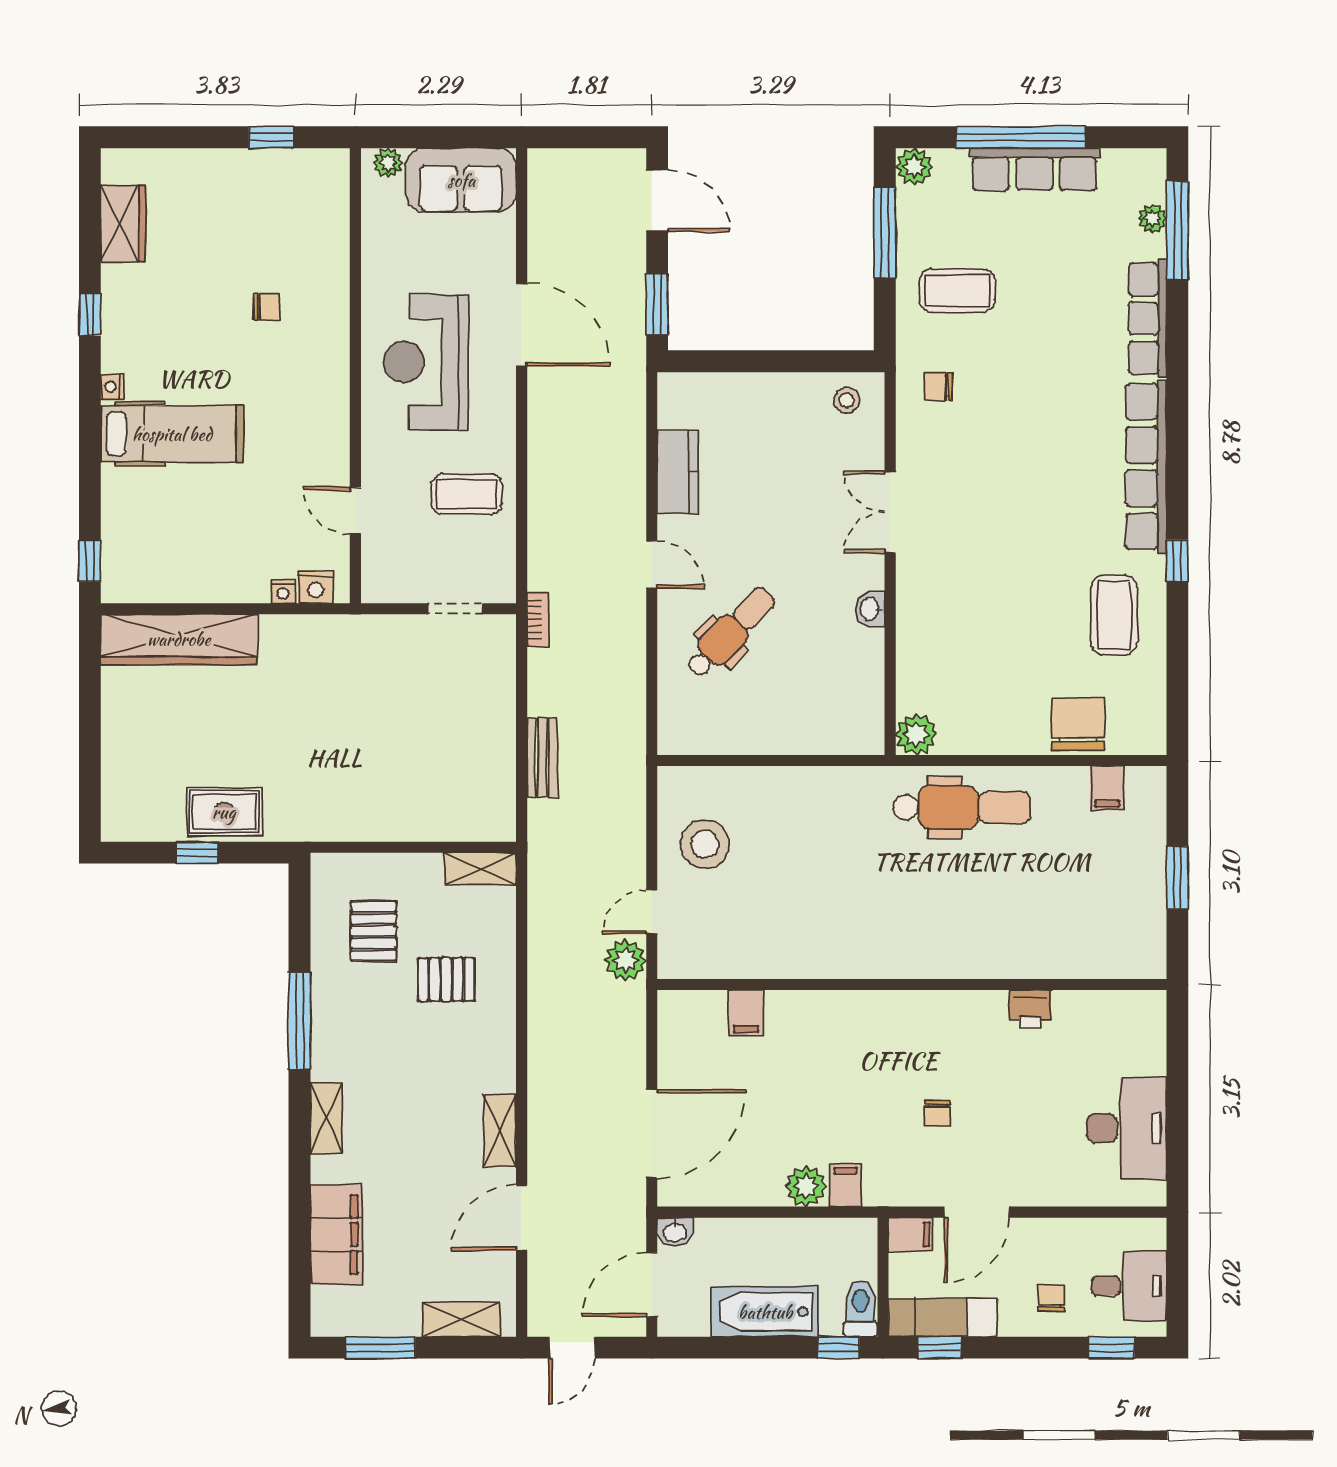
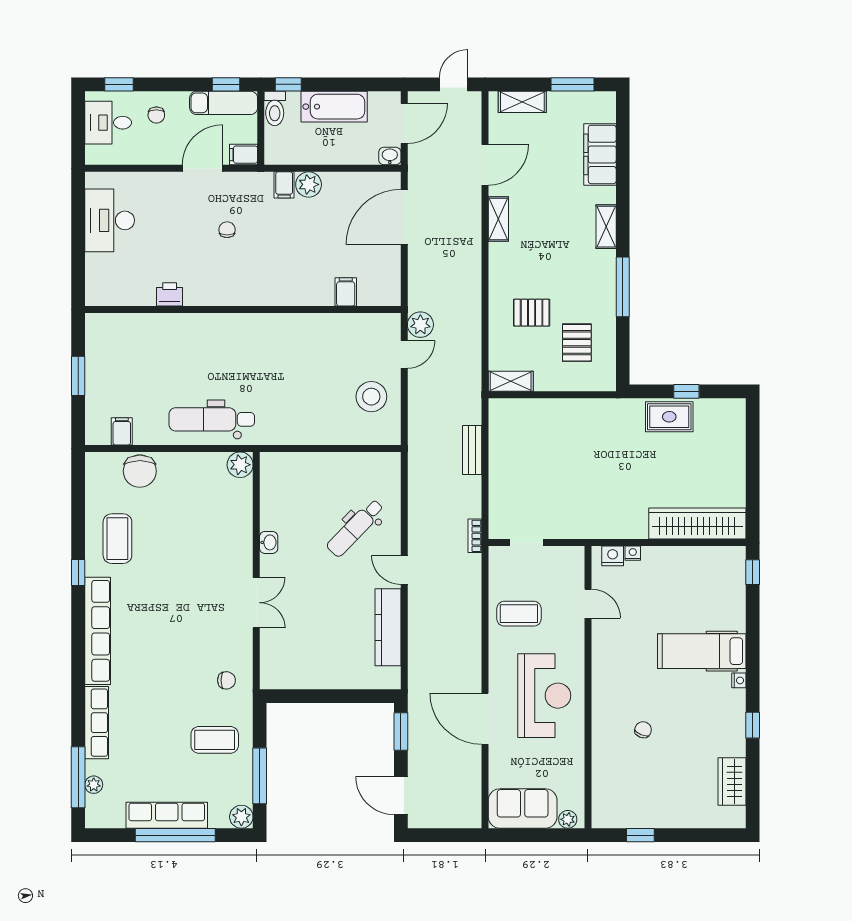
chair: (267, 307) -> (643, 730), turned 112
stool: (847, 400) -> (283, 672), removed
kitchen counter: (678, 472) -> (388, 627), width x1.50

